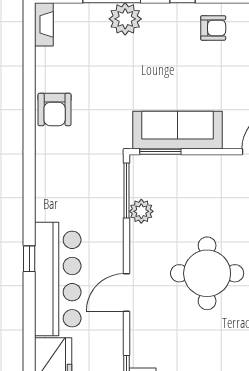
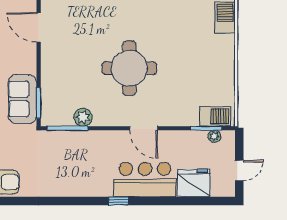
sofa: (177, 130) -> (22, 99), width x0.73
bar counter: (58, 279) -> (145, 180), width x0.73

